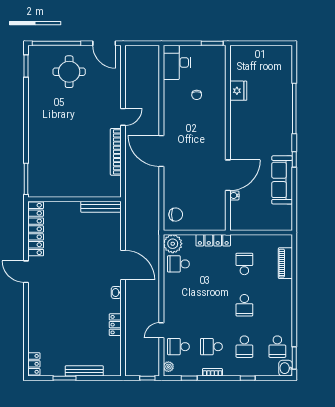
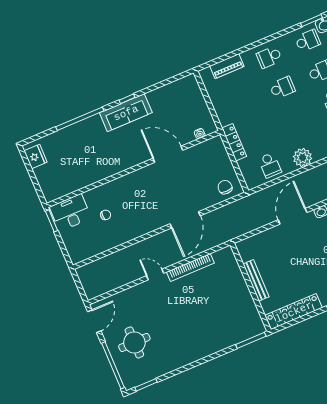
desk: (177, 62) -> (70, 213), moved, turned 180
fridge: (238, 91) -> (36, 156), moved, turned 90
door: (161, 151) -> (185, 220), moved
sofa: (282, 180) -> (126, 113), moved
water cooler: (234, 195) -> (200, 134), moved
bench: (101, 207) -> (256, 280), moved
plant: (173, 244) -> (303, 158), moved
school desk: (244, 264) -> (269, 57), moved

